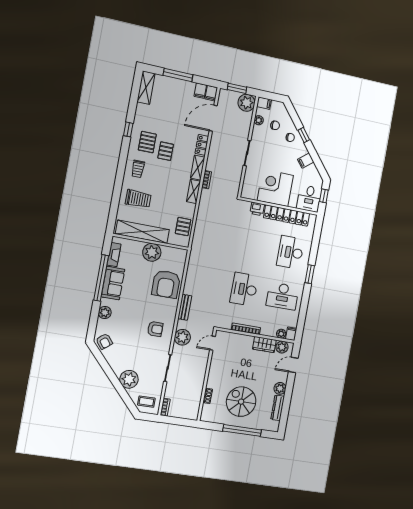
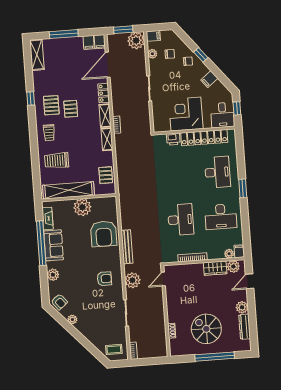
trolley: (138, 199) -> (57, 160), turned 180
desk: (290, 252) -> (217, 172), turned 180
desk: (244, 289) -> (181, 220), turned 180
bench: (185, 307) -> (127, 247), width x1.36
plant: (129, 379) -> (72, 319), moved, width x0.53, depth x0.53

